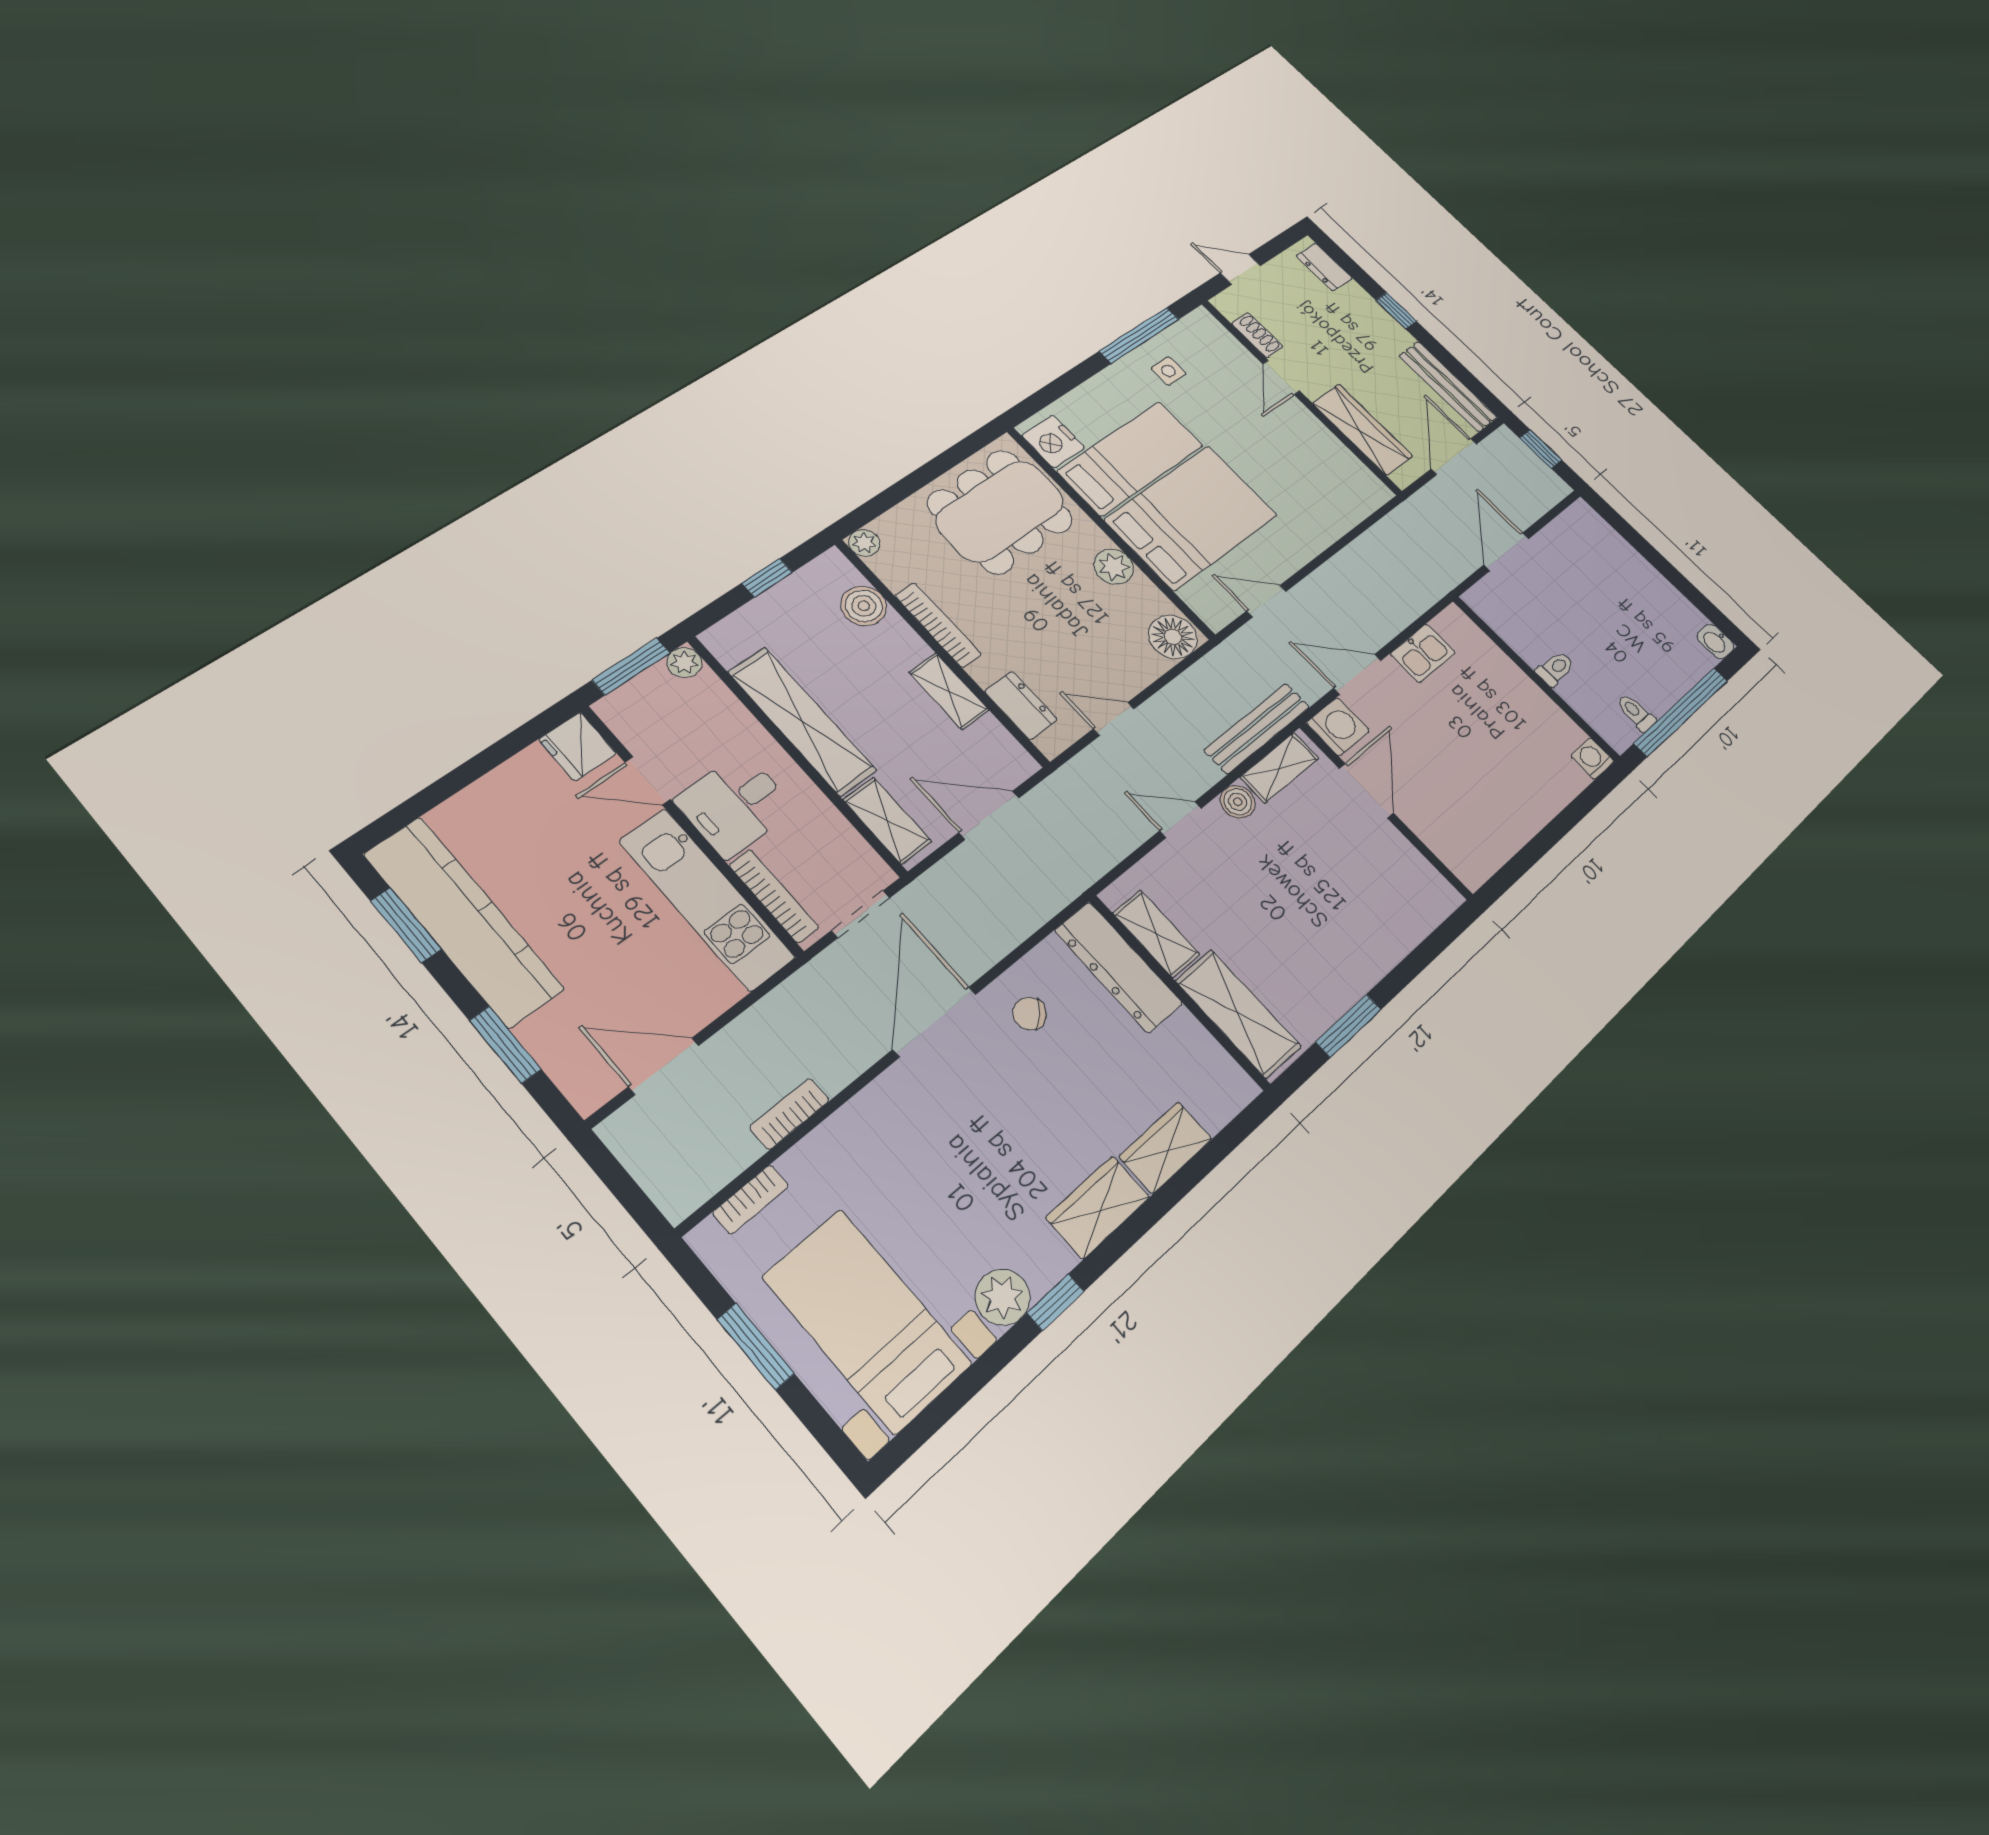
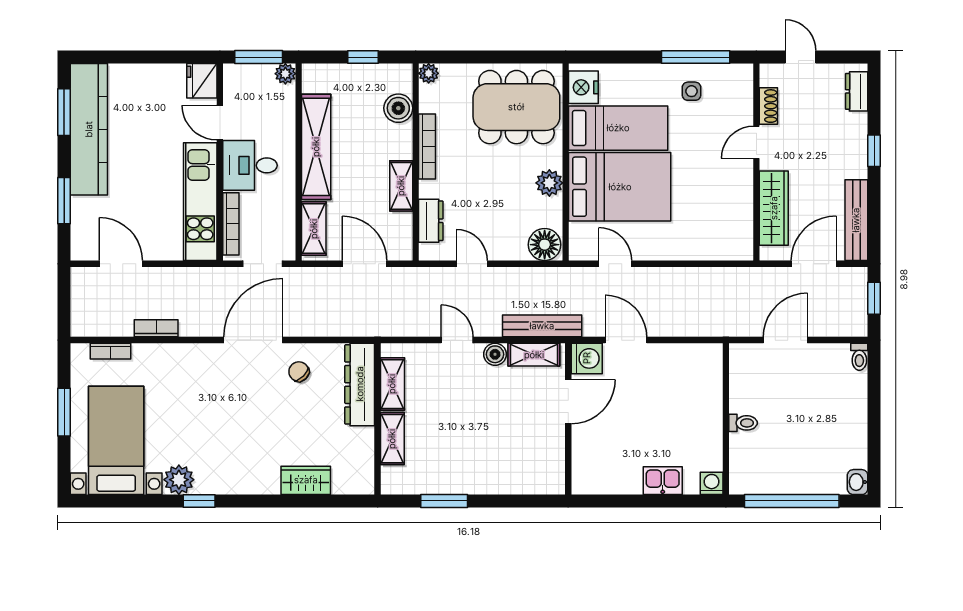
kitchen sink: (1423, 653) -> (663, 481), moved, turned 180
toilet: (1636, 713) -> (859, 357), moved, turned 180
shelving: (1238, 1013) -> (392, 439), width x0.67, depth x0.75
wardrobe: (1098, 1207) -> (252, 479), removed

